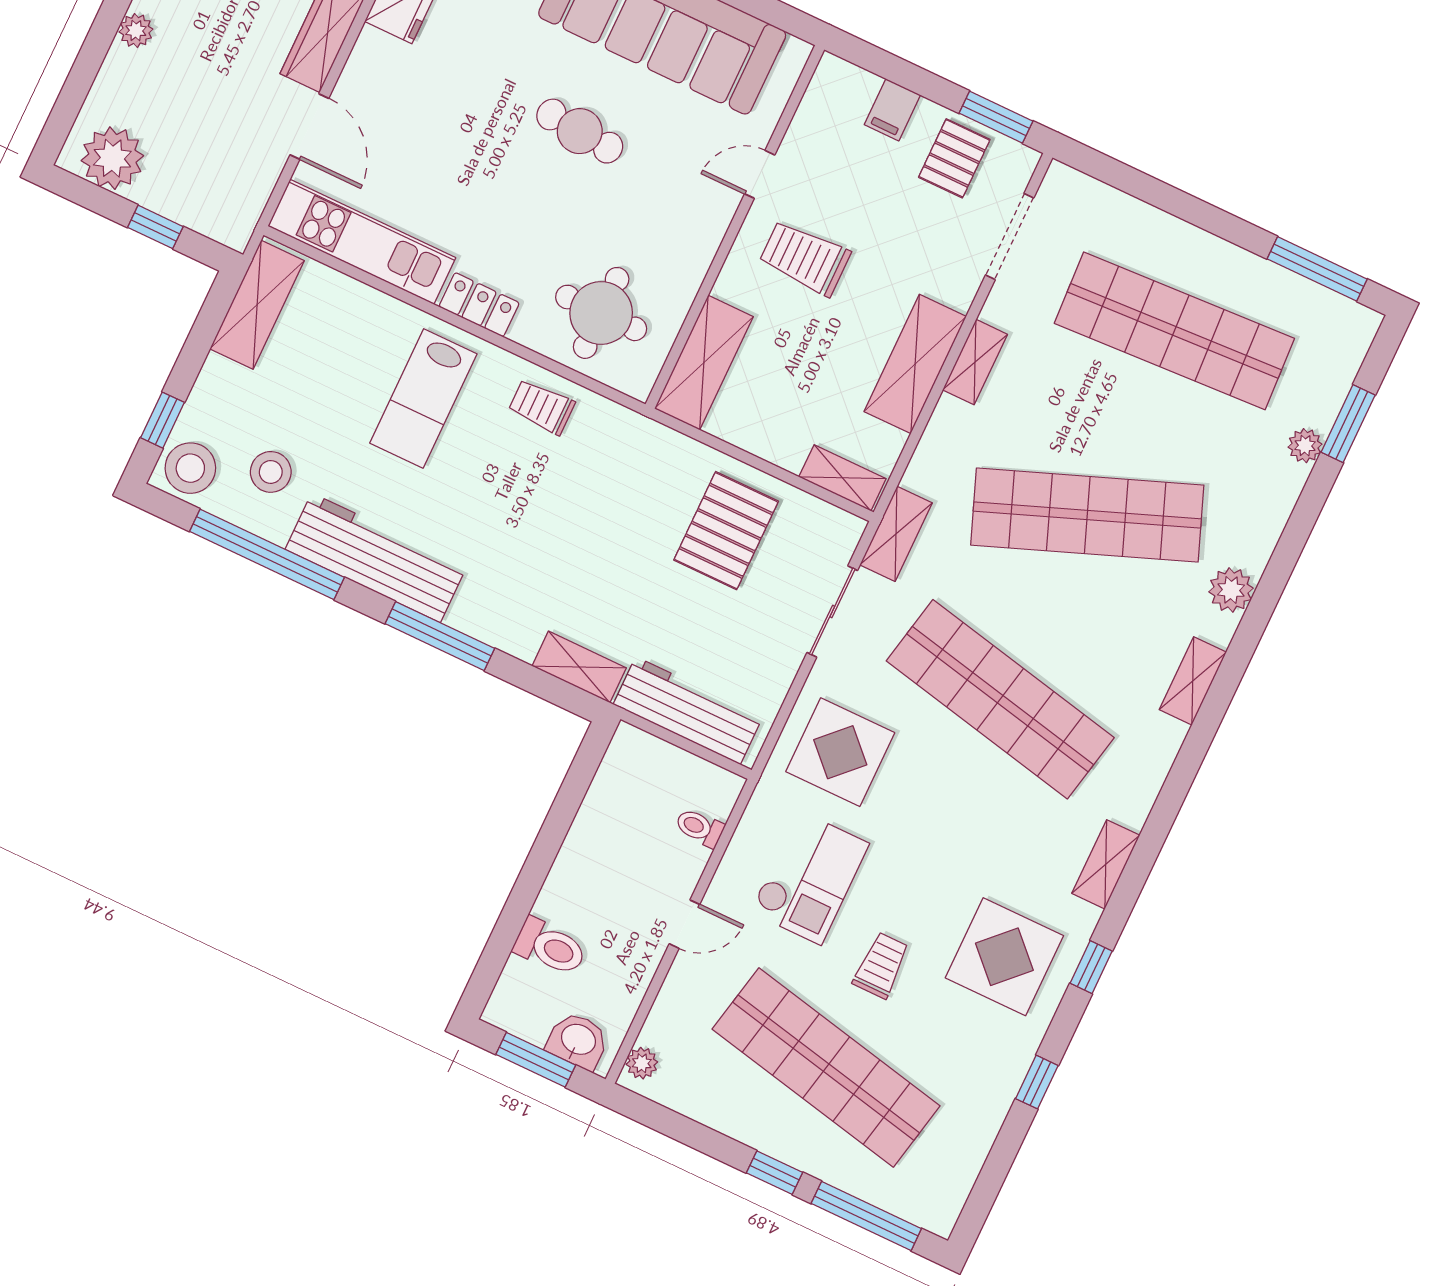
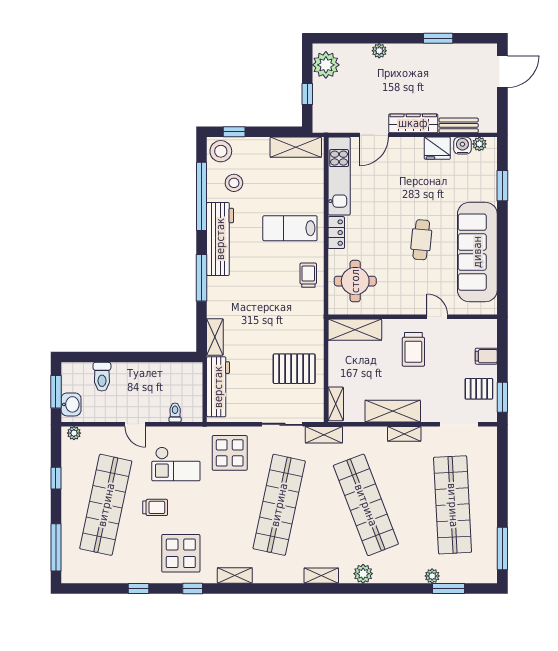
trolley: (805, 258) -> (413, 349), turned 180
window: (775, 1173) -> (56, 478), moved

